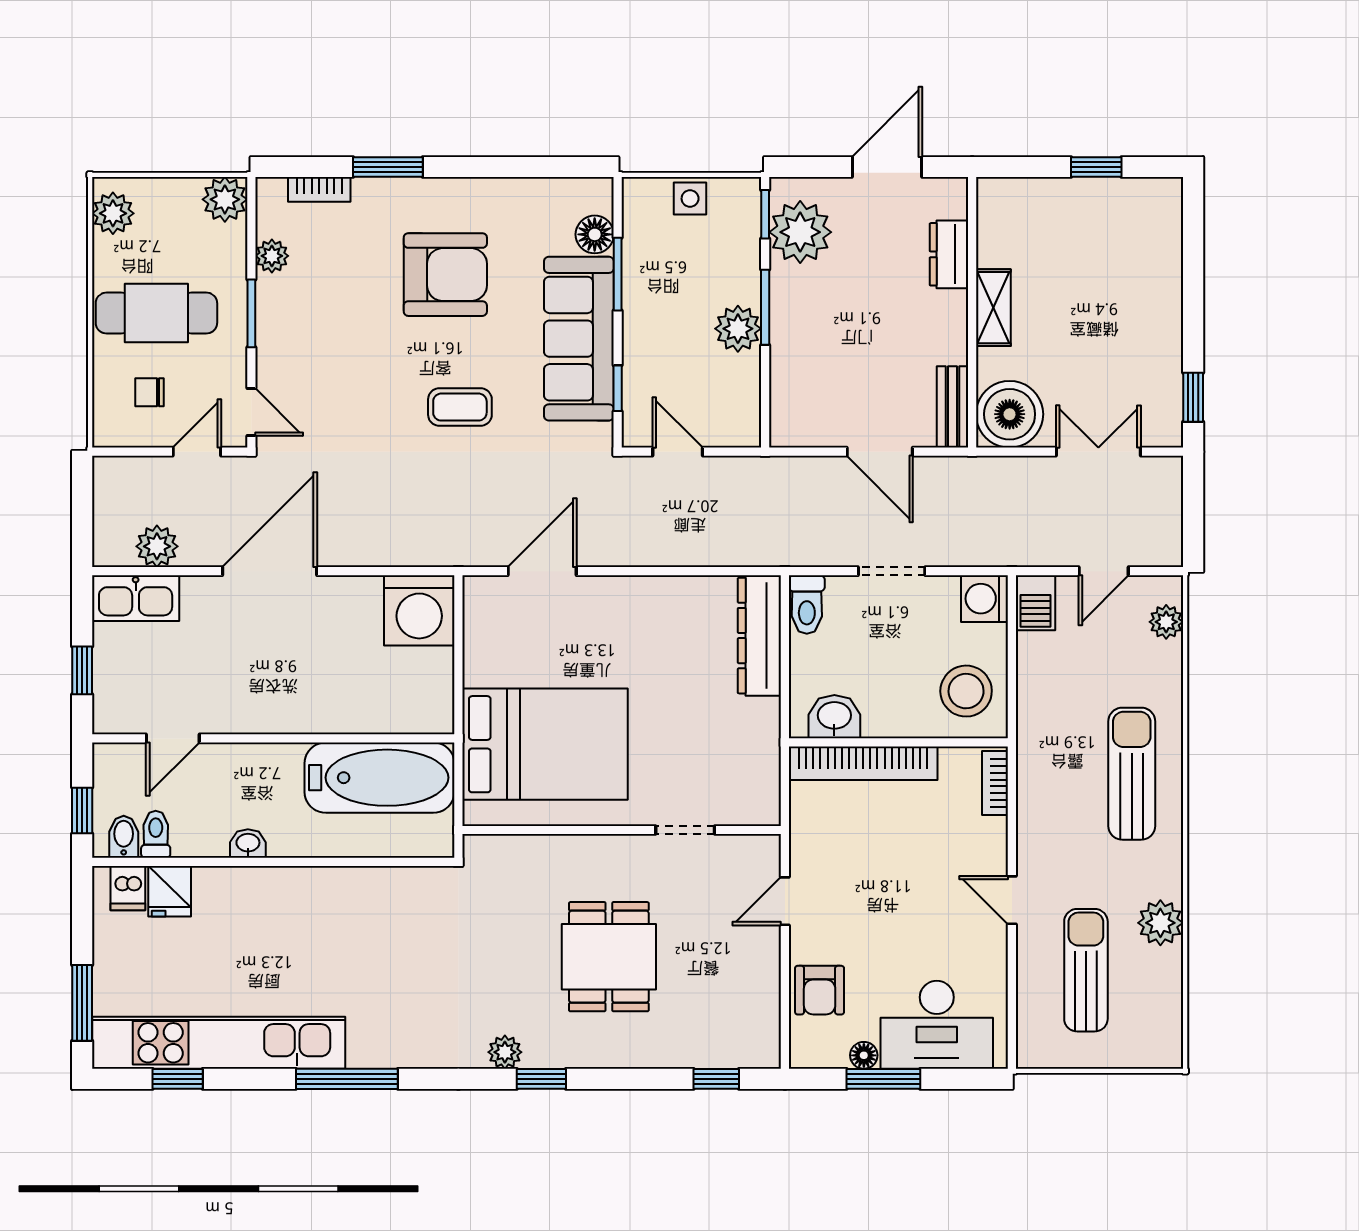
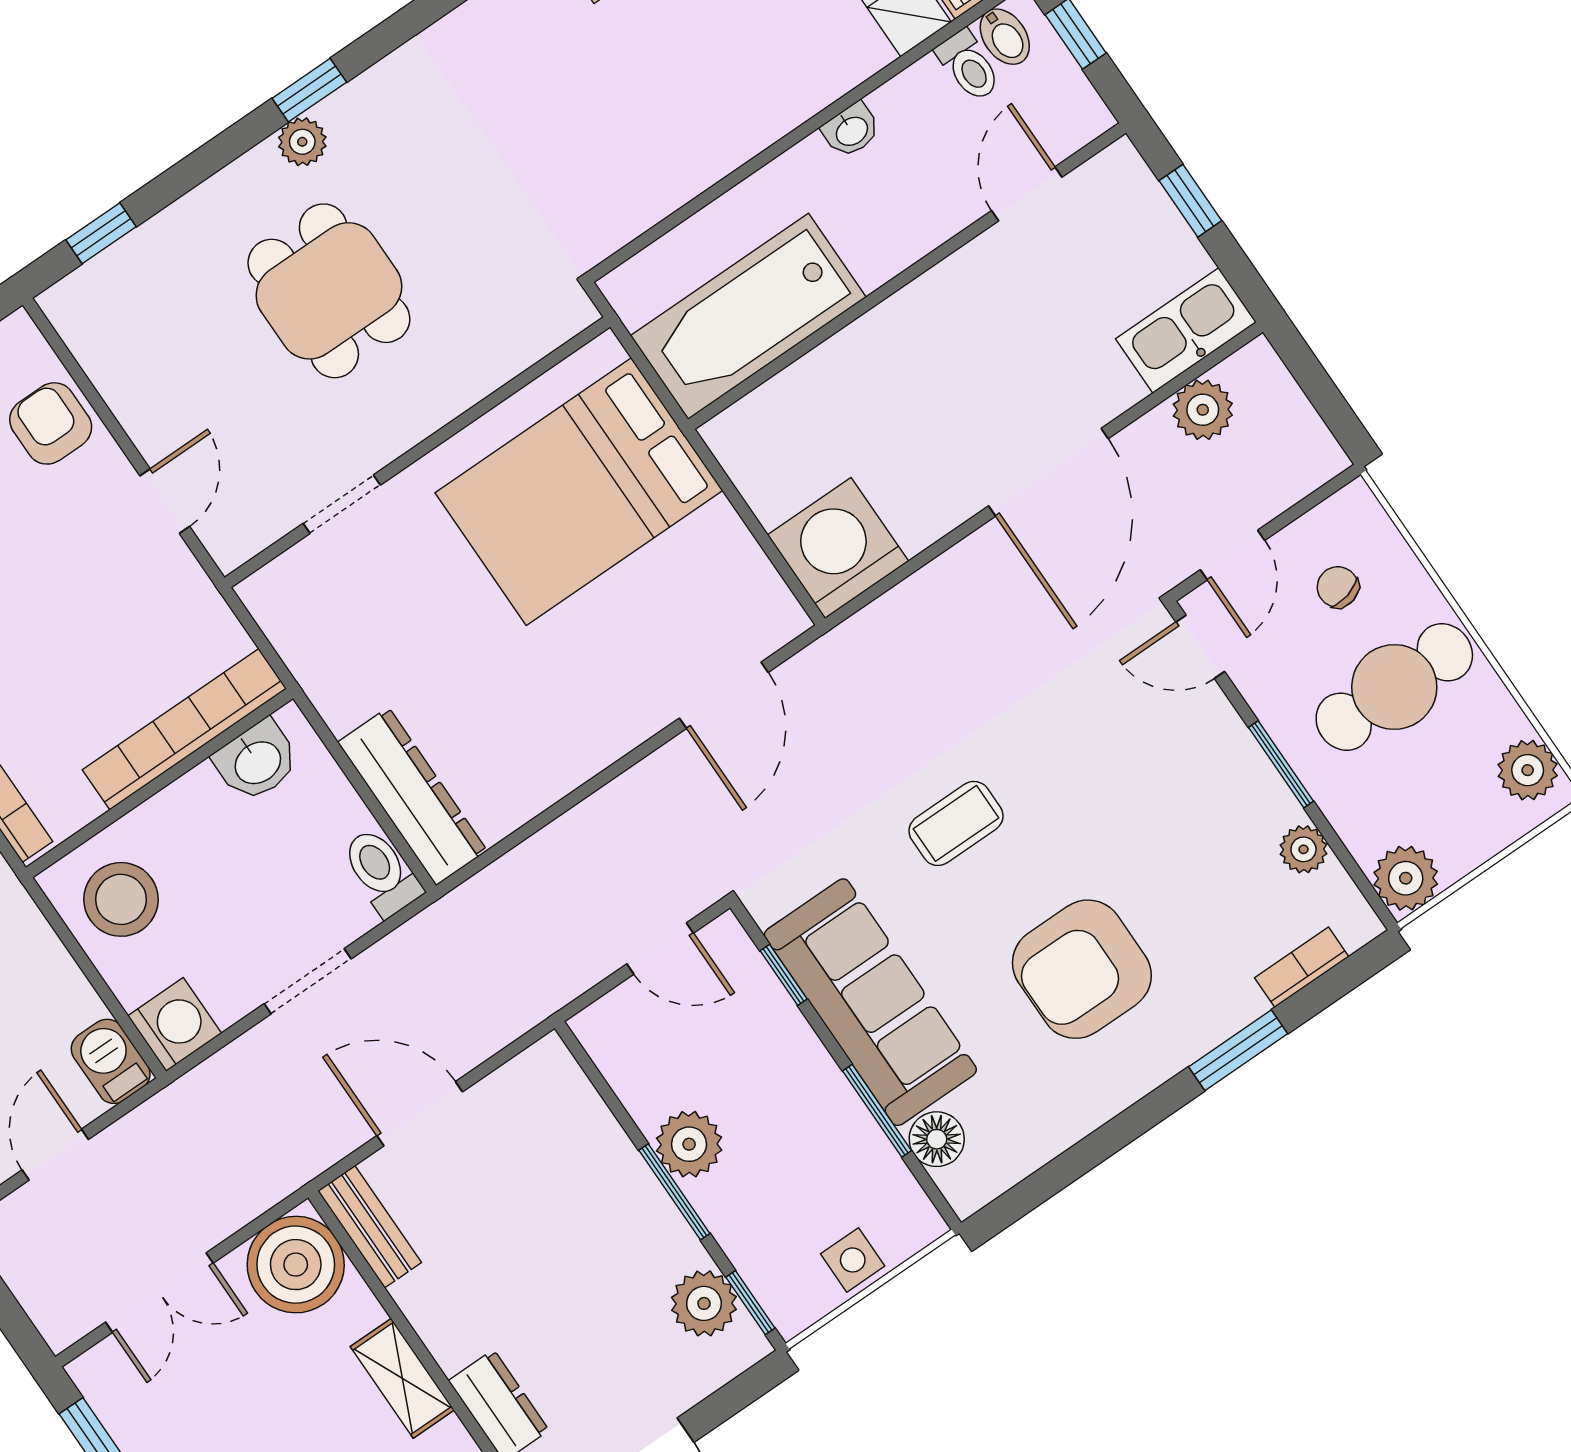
plant: (800, 232) -> (704, 1303), width x0.73, depth x0.73
chair: (149, 392) -> (1338, 587), turned -104
plant: (505, 1052) -> (302, 142), moved

